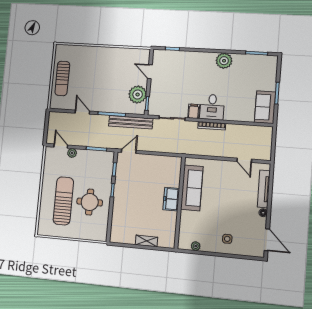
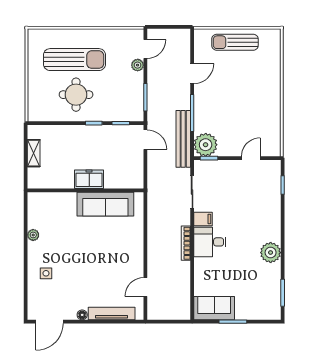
plant: (138, 94) -> (206, 145), moved
sofa: (192, 188) -> (105, 204), moved
freezer: (171, 199) -> (89, 179), moved
wall: (180, 203) -> (86, 190), moved
shelving: (146, 241) -> (34, 153), moved

